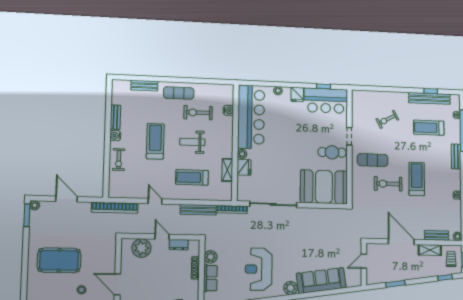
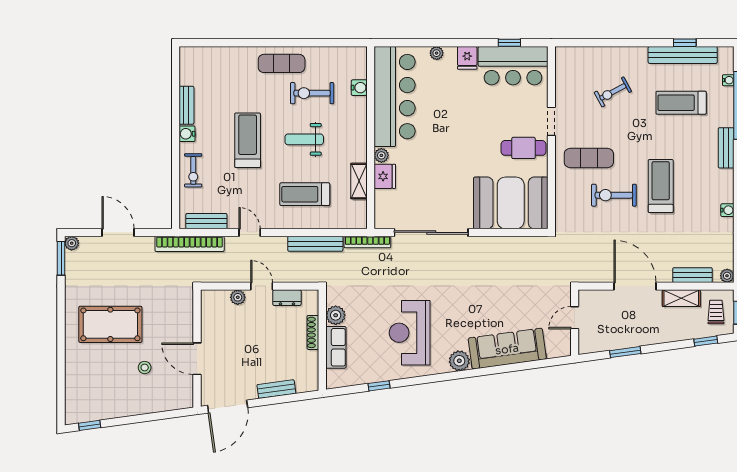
bench: (144, 86) -> (206, 221), moved
plant: (141, 248) -> (238, 297), width x0.53, depth x0.53

